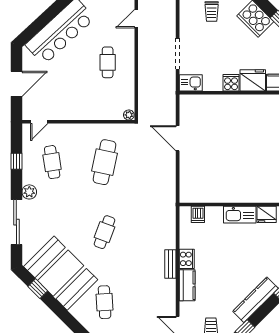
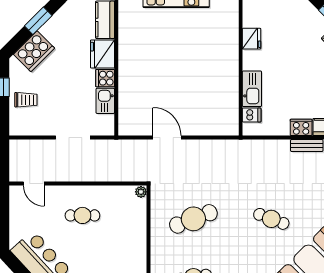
kitchen sink: (191, 83) -> (105, 101), moved
door: (178, 138) -> (167, 138), swing flipped
cafe table: (105, 162) -> (193, 219), turned -33
kitchen sink: (240, 215) -> (252, 89), moved

